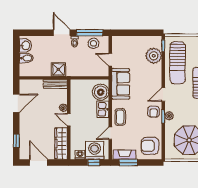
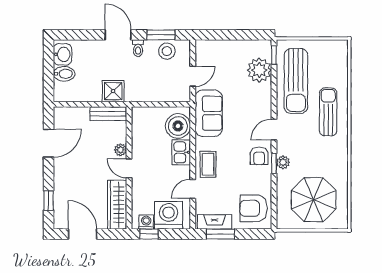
window: (90, 33) -> (161, 35), width x0.69
door: (110, 60) -> (193, 76), swing flipped
window: (94, 163) -> (149, 234), moved

